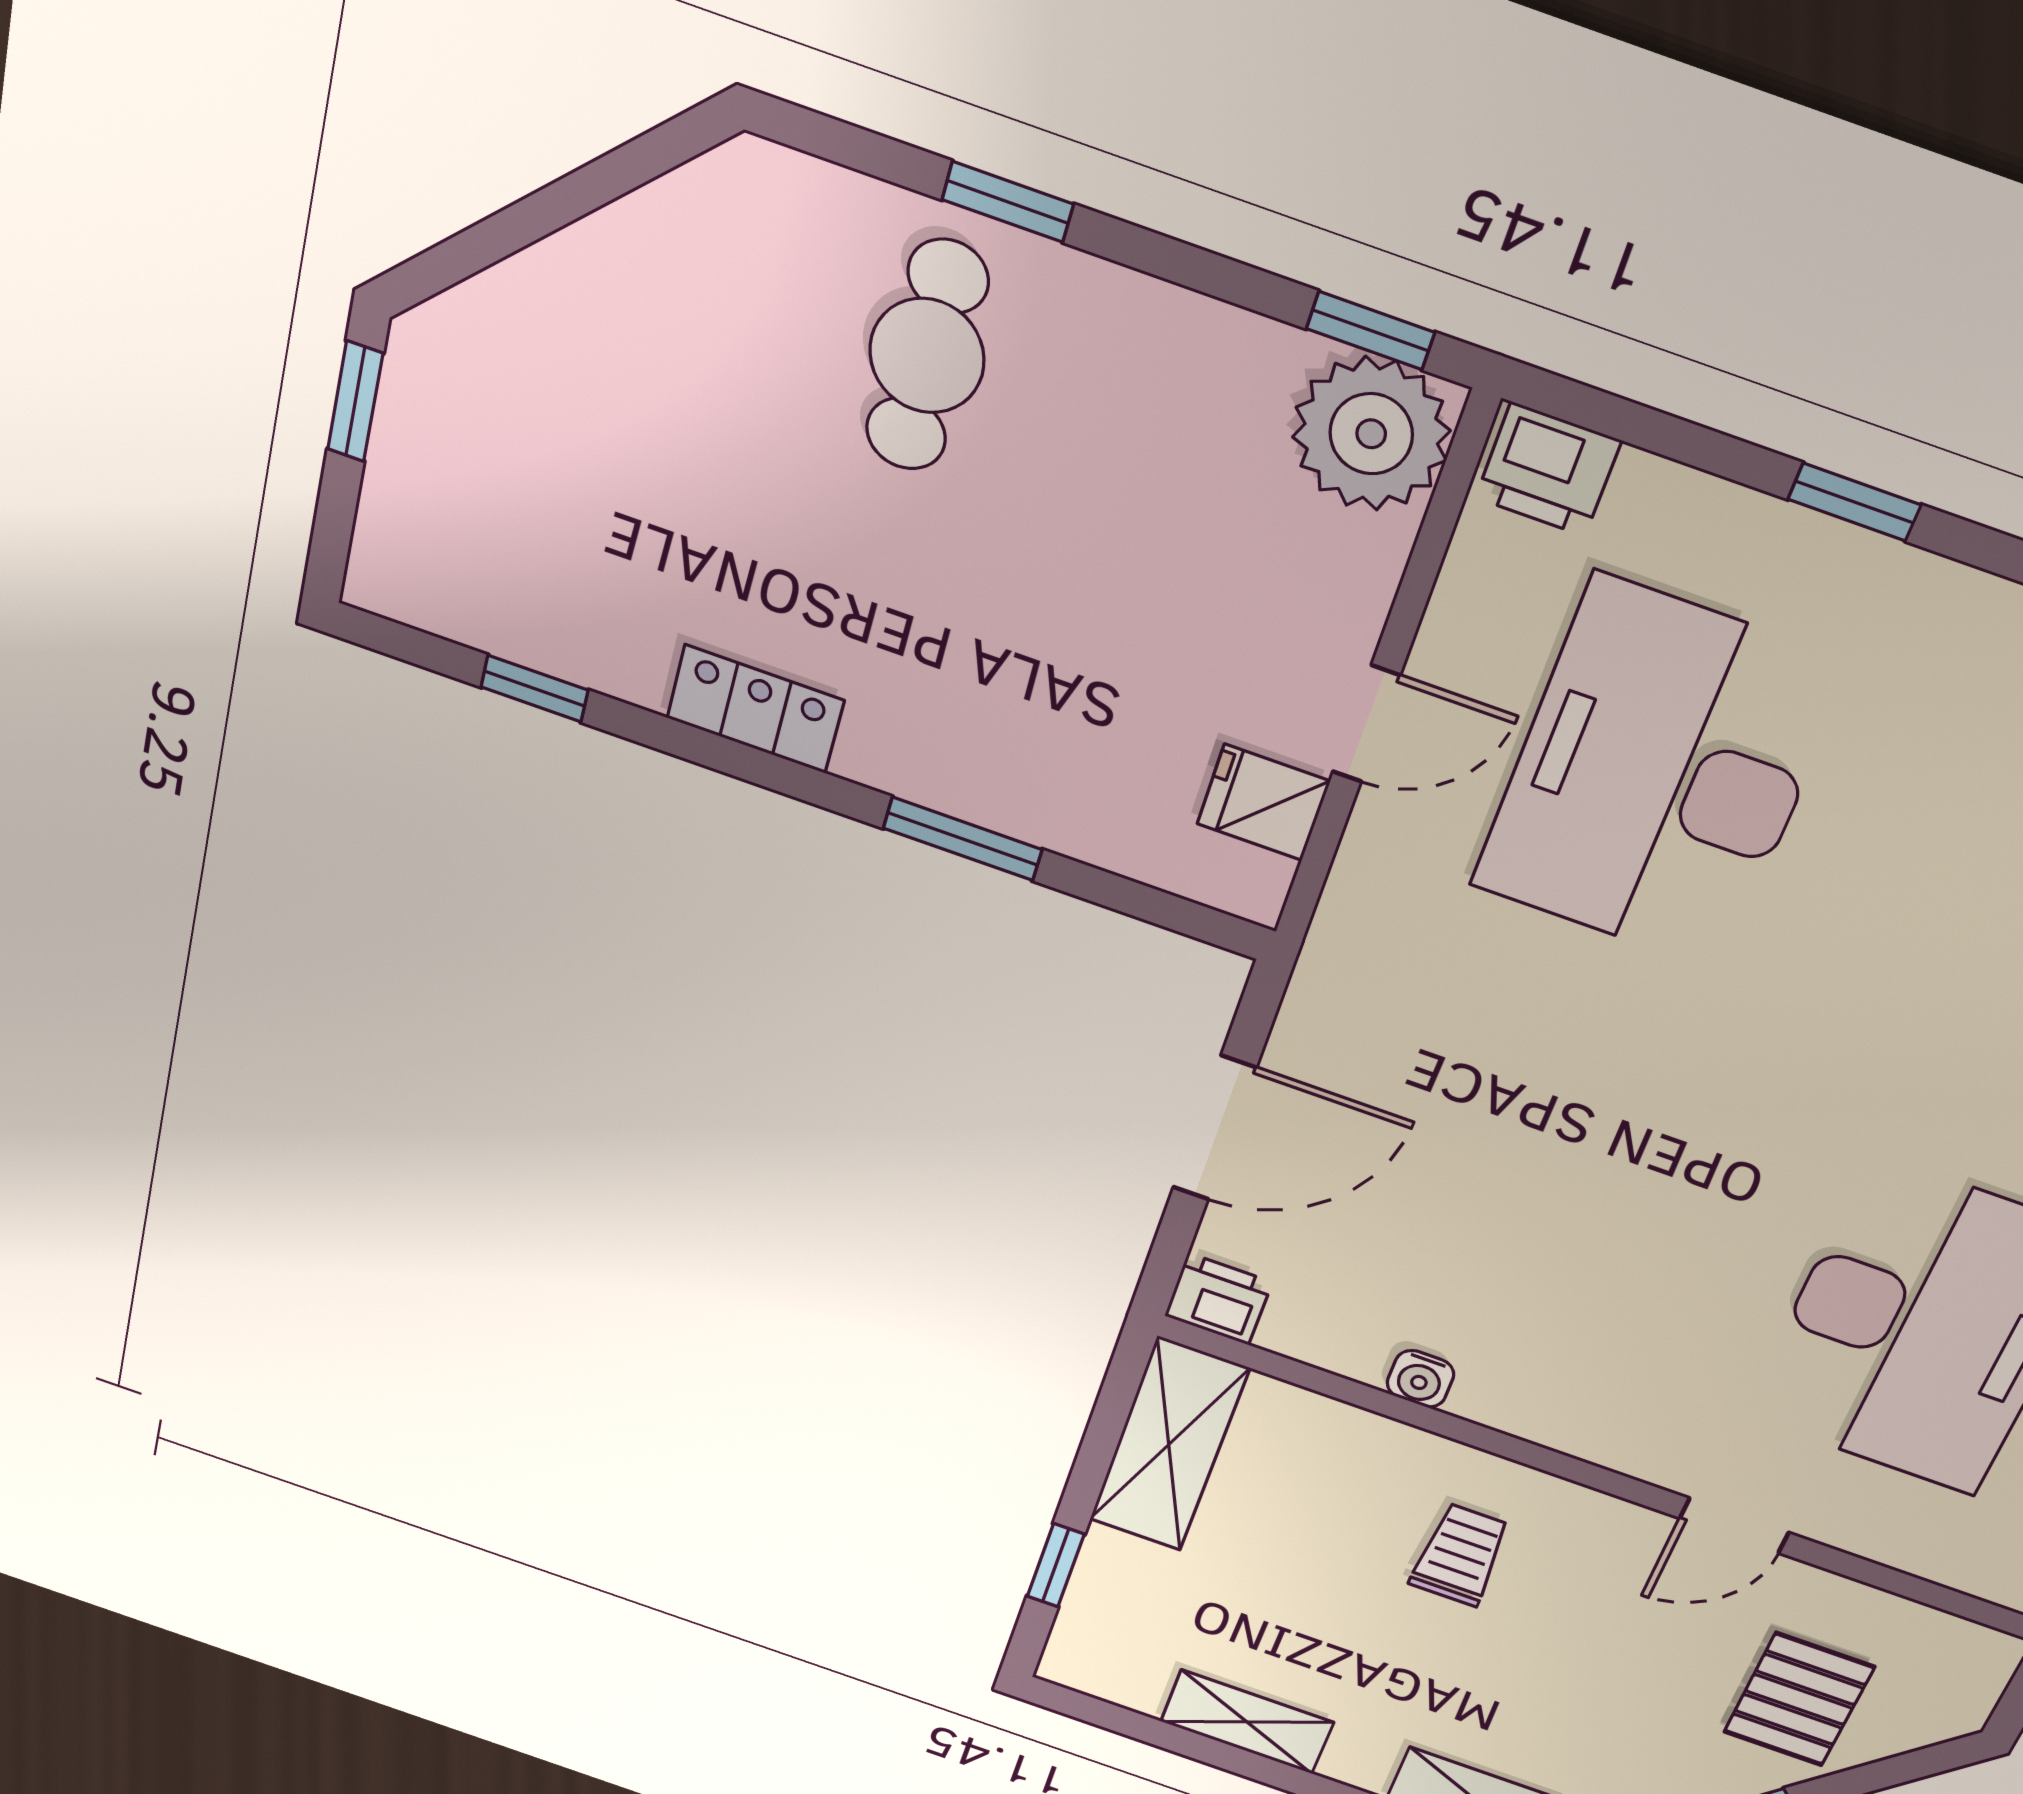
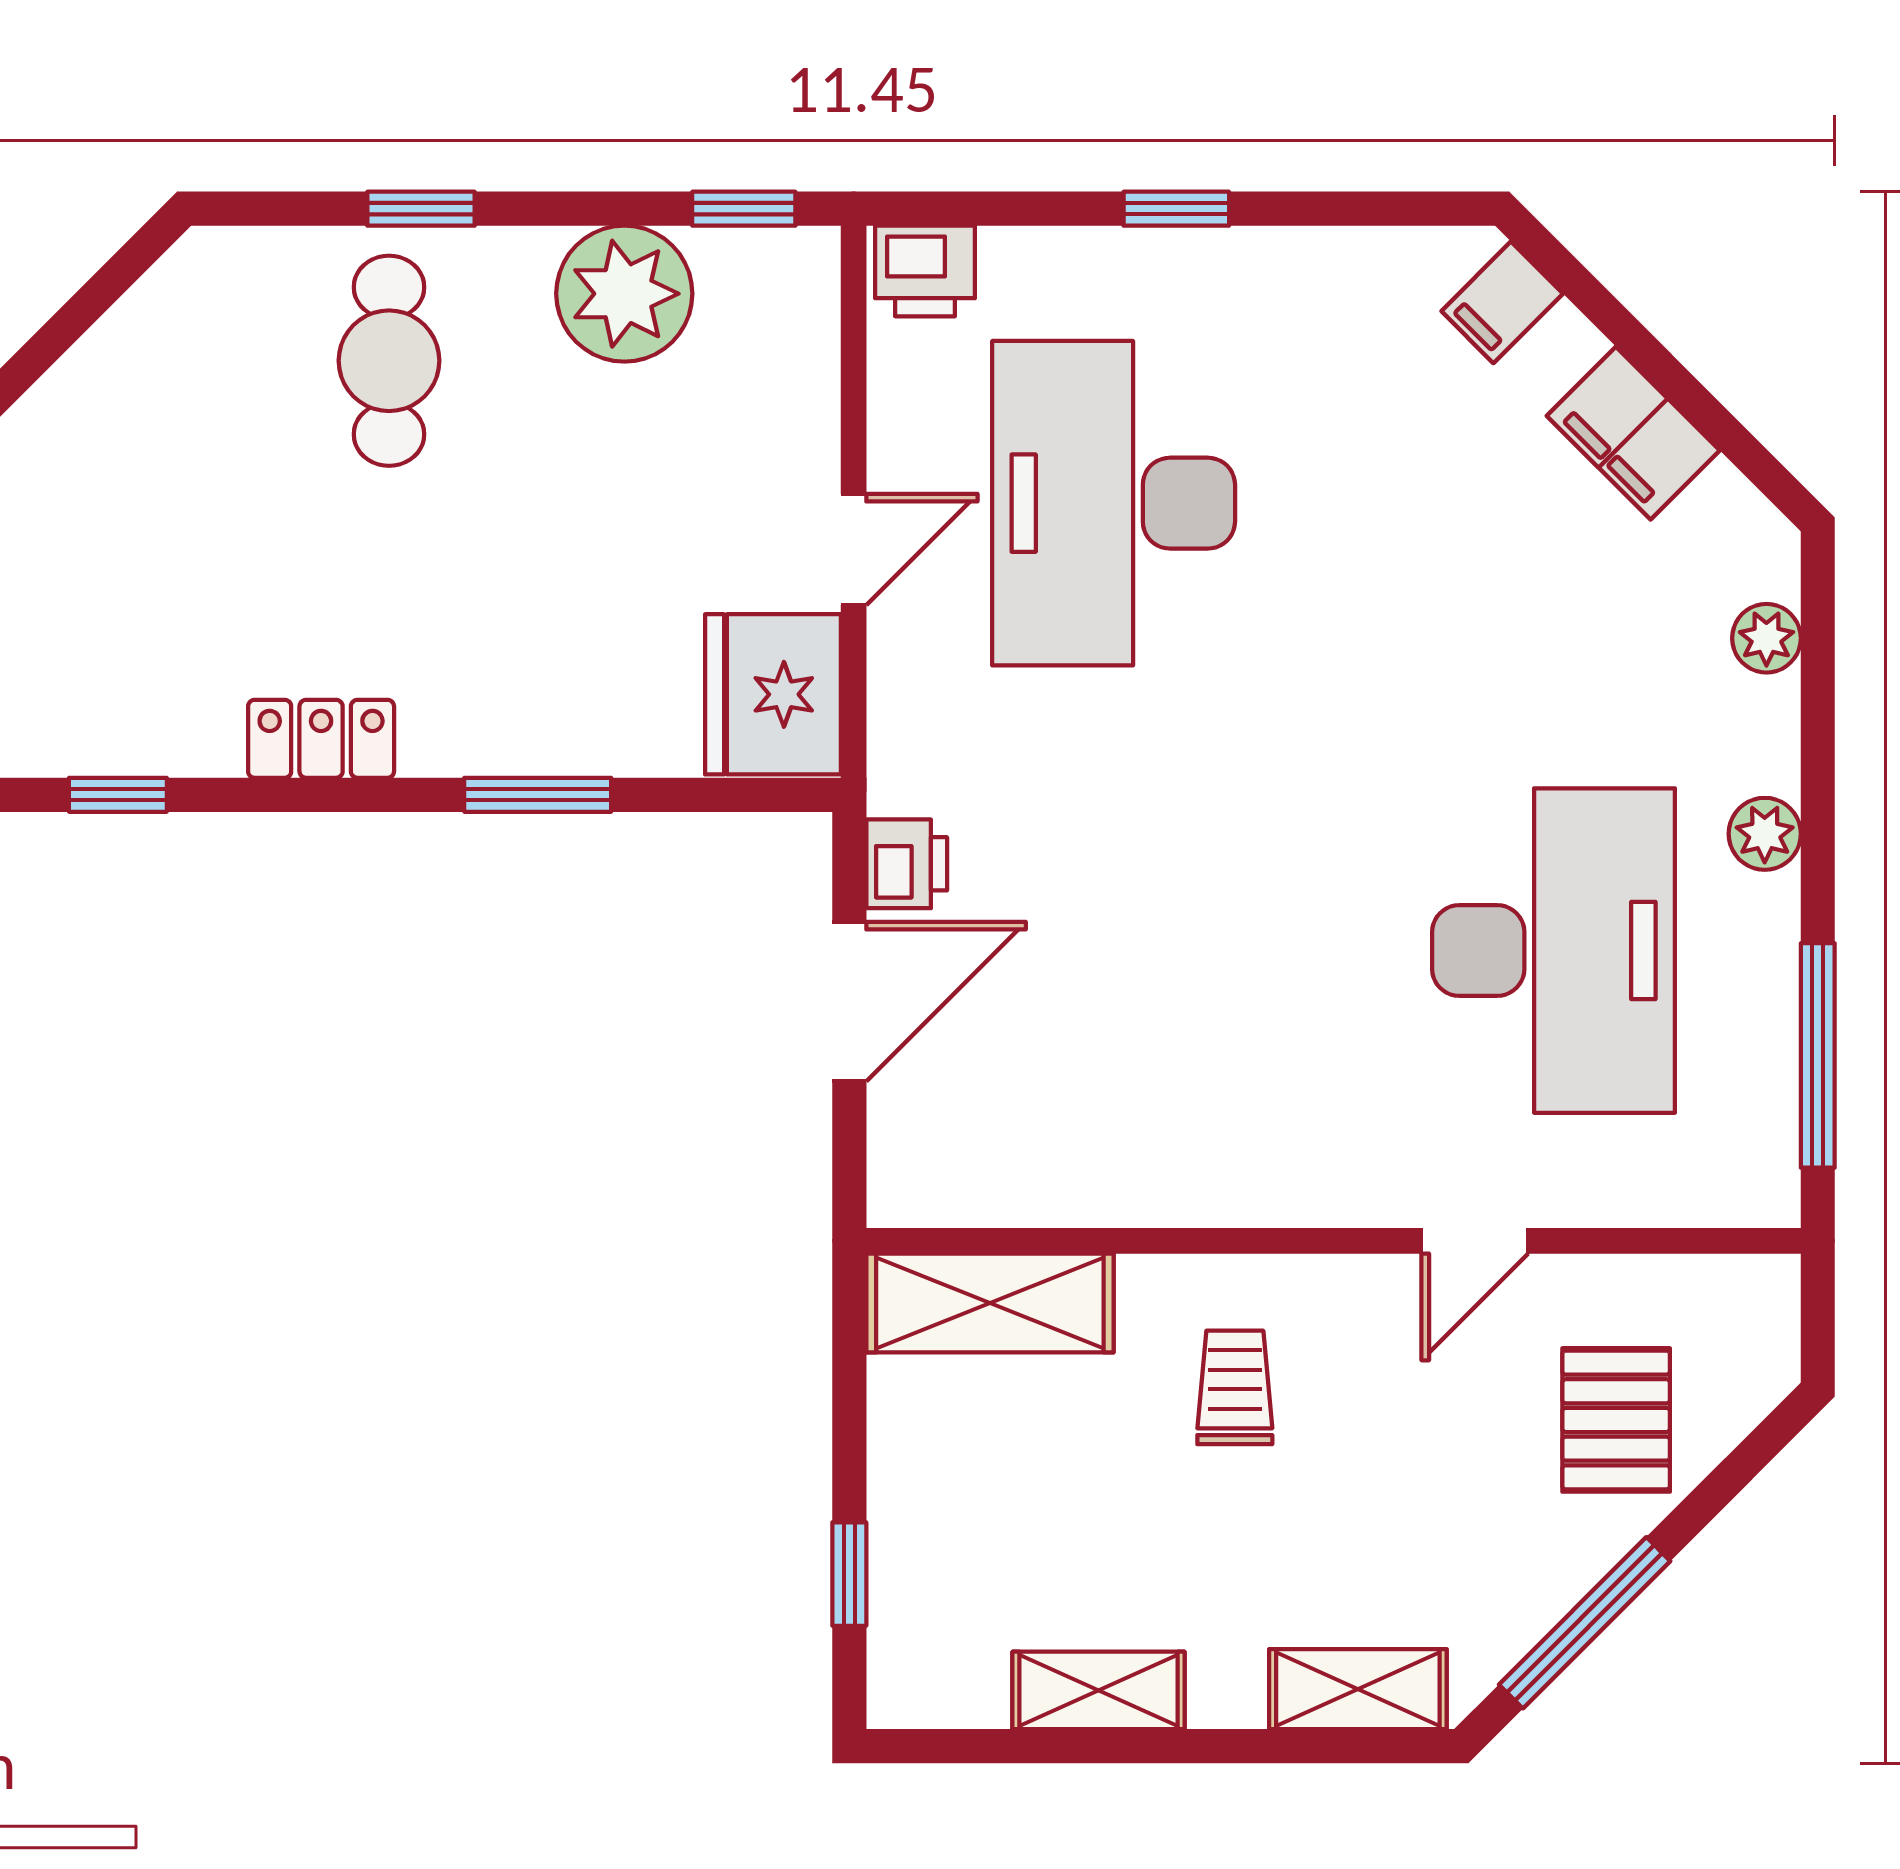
plant: (1371, 434) -> (624, 294), moved
fridge: (1263, 802) -> (773, 694), width x1.88, depth x1.34
printer: (1218, 1299) -> (907, 864), moved, turned 90
water cooler: (1420, 1379) -> (1127, 1198), removed
shelving: (1169, 1445) -> (990, 1303), moved, turned 90

